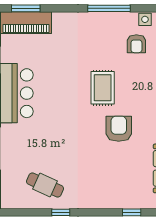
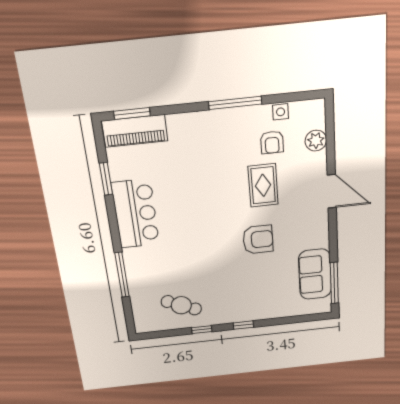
rug: (103, 88) -> (263, 185), moved
armchair: (119, 129) -> (258, 240), turned 90
window: (132, 212) -> (243, 325), moved

